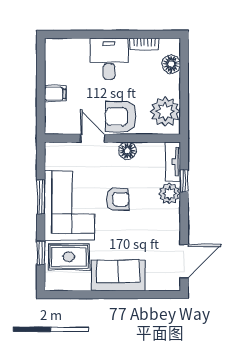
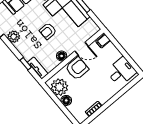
desk: (109, 59) -> (121, 72), moved, turned -90
floor lamp: (171, 64) -> (66, 100), moved
filing cabinet: (55, 94) -> (103, 41), moved
plant: (170, 193) -> (14, 37), moved

